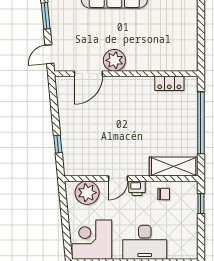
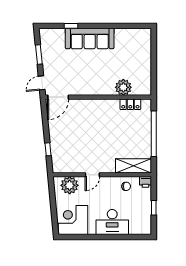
plant: (114, 60) -> (123, 87), moved
door: (88, 74) -> (58, 97), moved
printer: (137, 188) -> (145, 182), moved
window: (201, 204) -> (154, 208), moved

